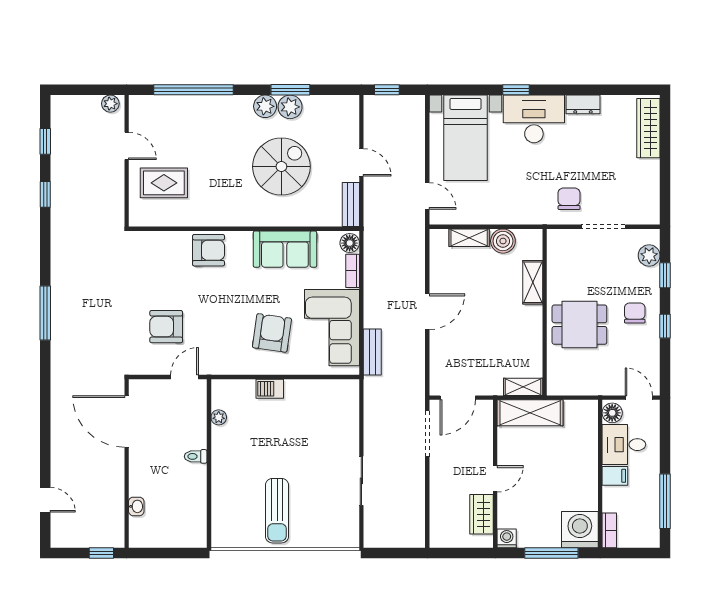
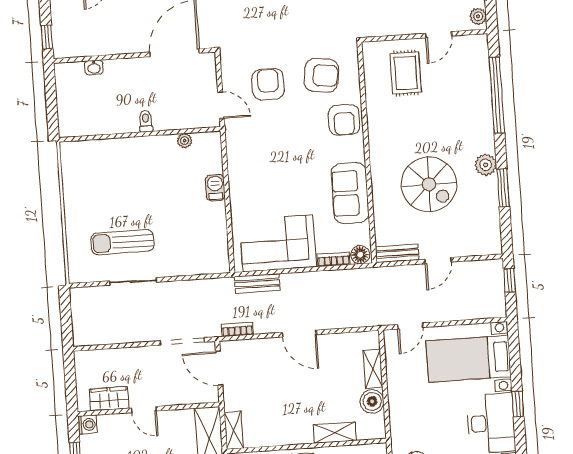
plant: (290, 107) -> (487, 189), removed
armchair: (272, 333) -> (321, 75), moved
bookcase: (419, 376) -> (237, 329), added
sun lounger: (277, 511) -> (122, 242), moved

